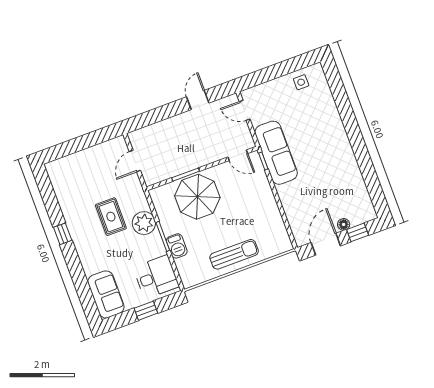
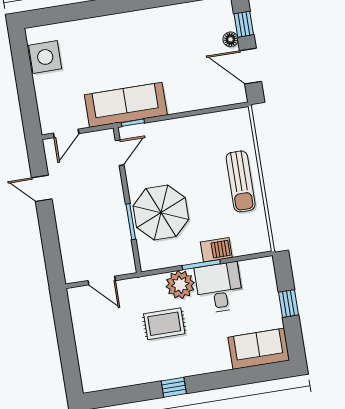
side table: (301, 82) -> (45, 57), width x1.87, depth x1.87
sun lounger: (234, 254) -> (241, 181), turned 180
desk: (156, 277) -> (219, 288), moved

